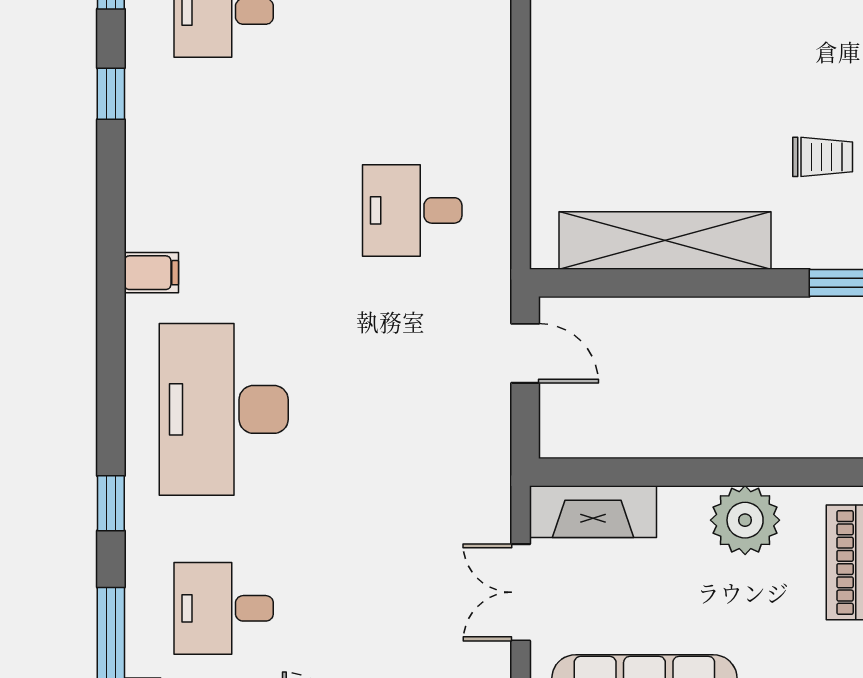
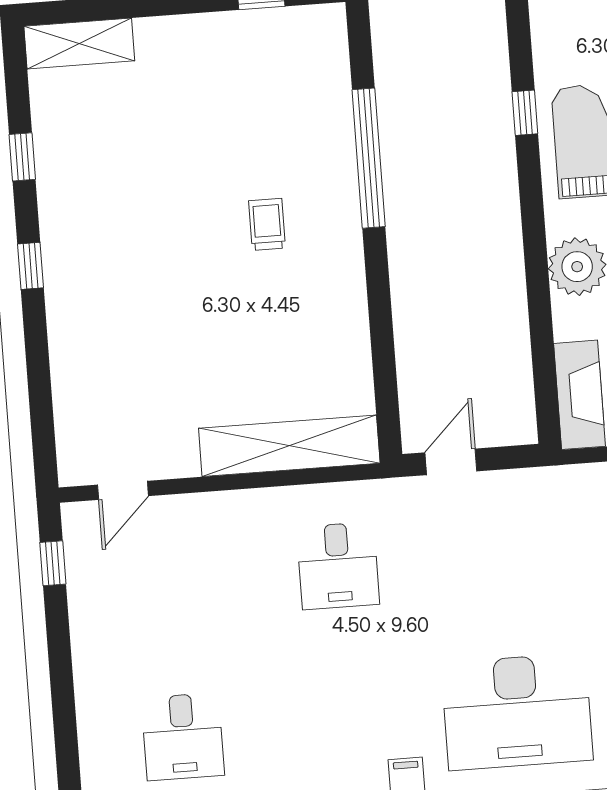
shelving: (665, 241) -> (289, 446), moved, turned 90

